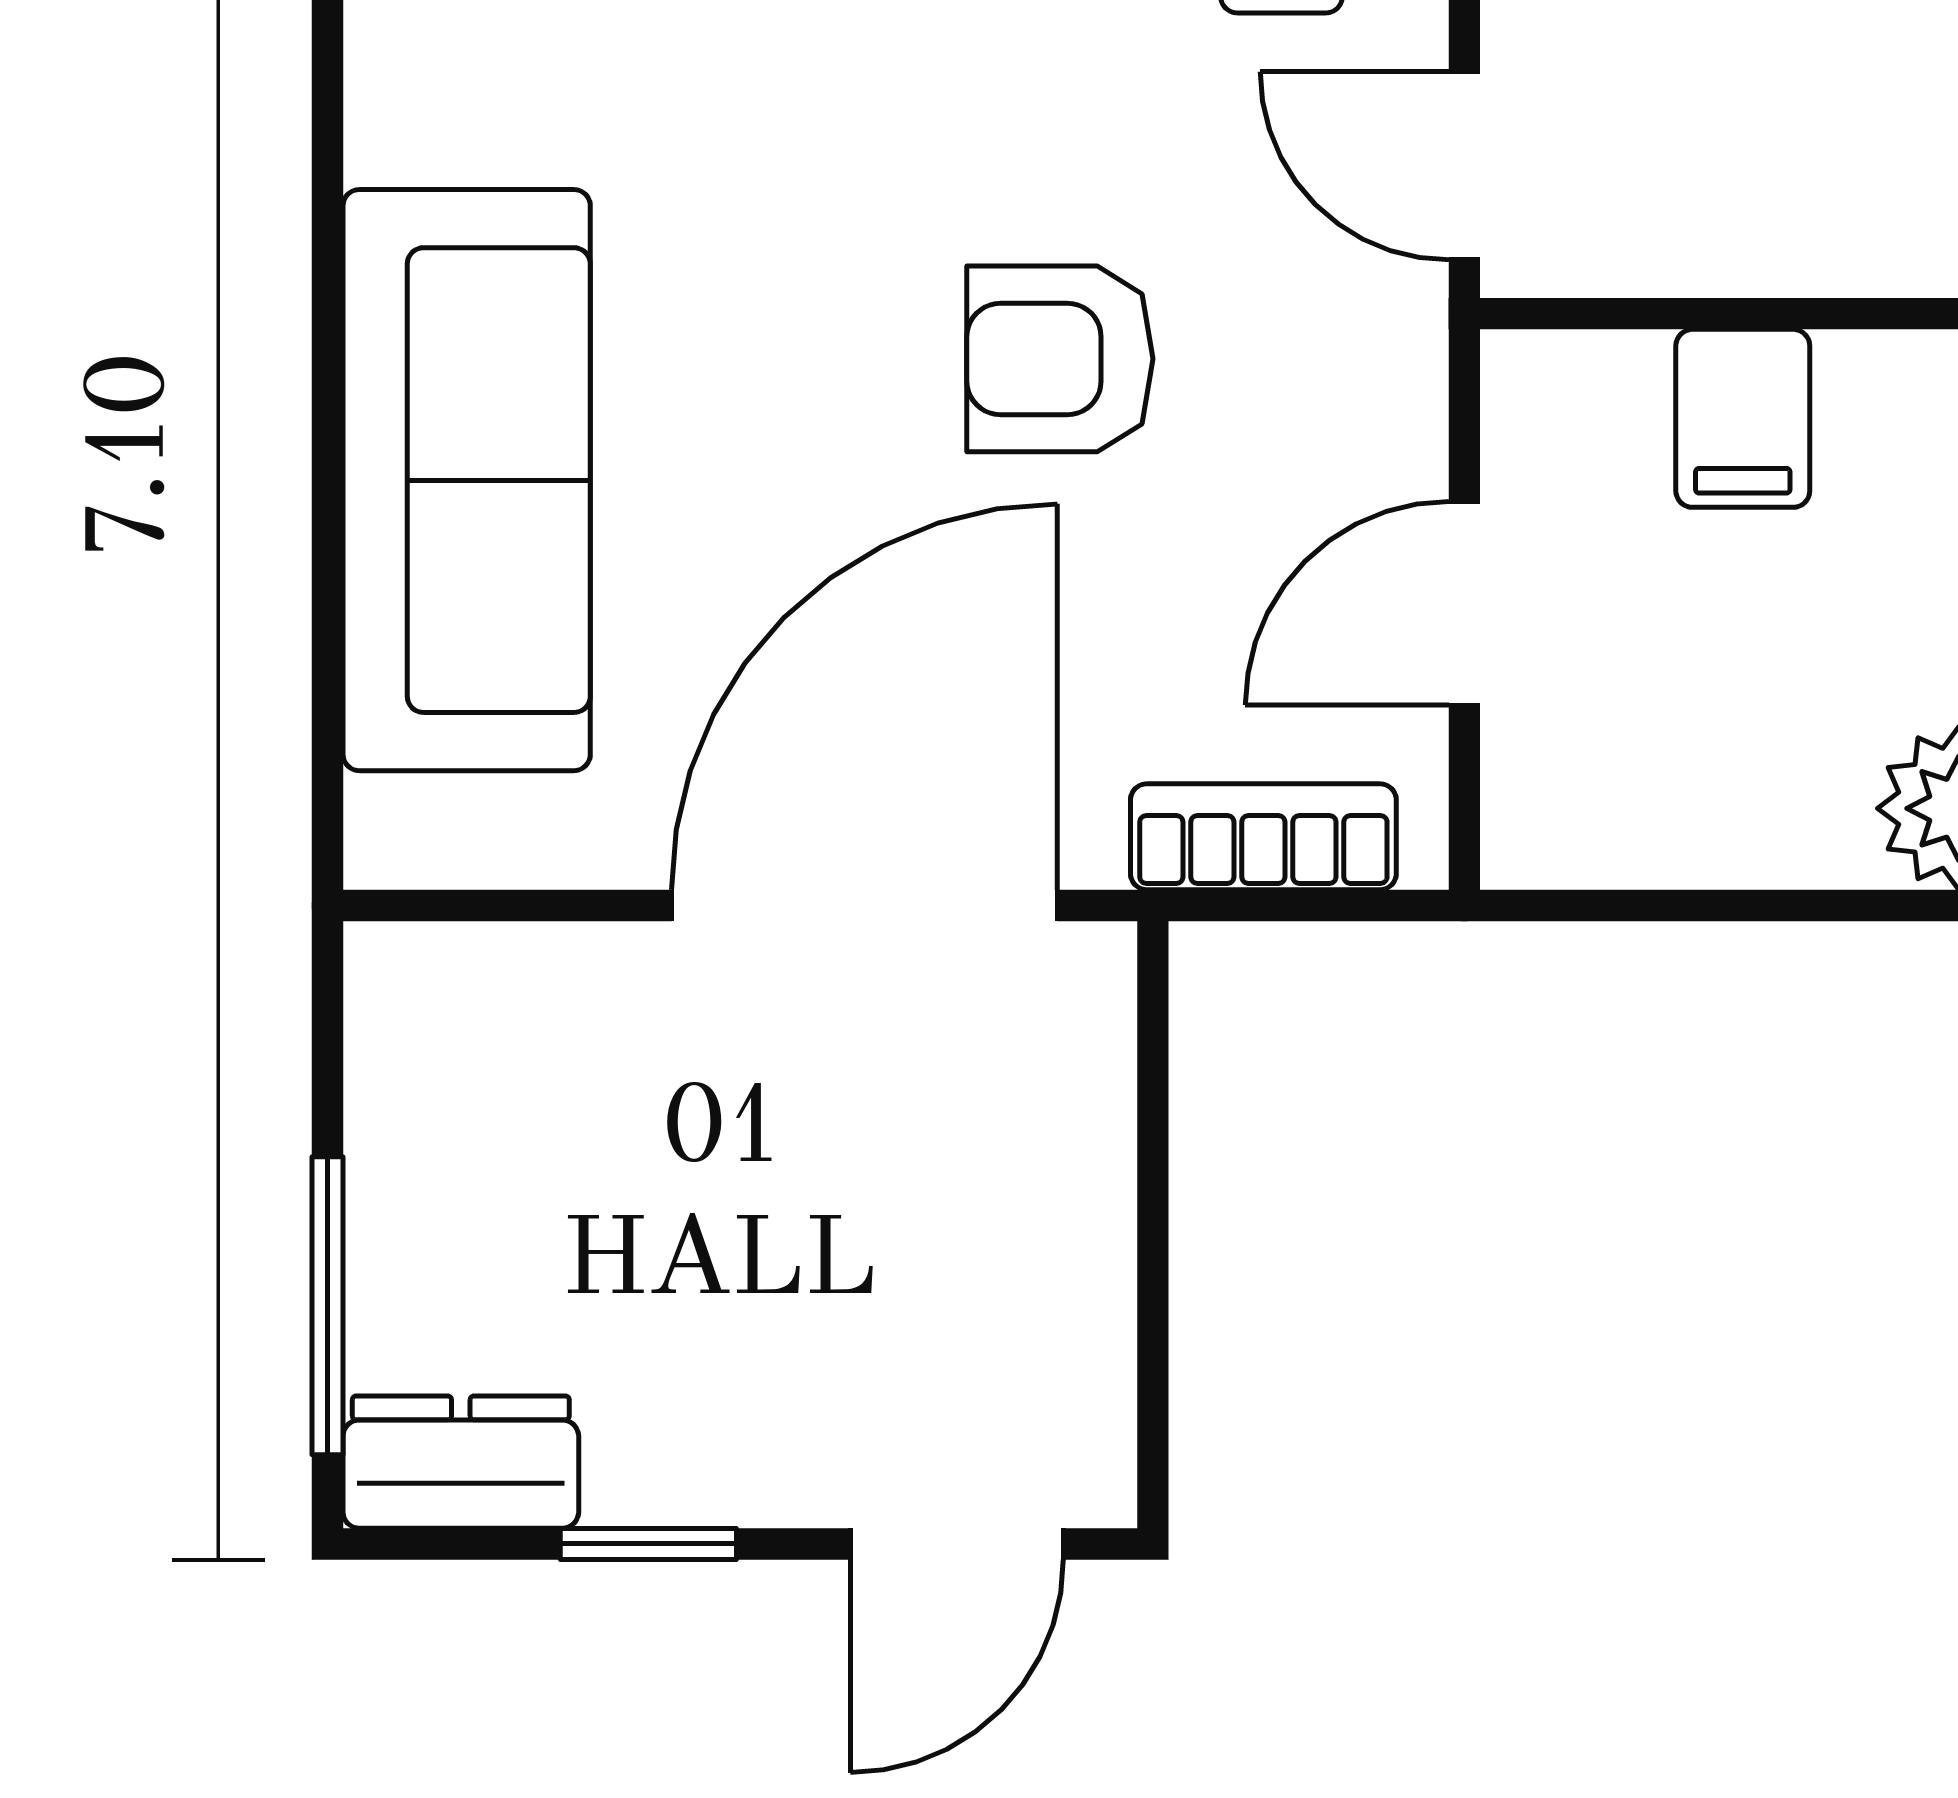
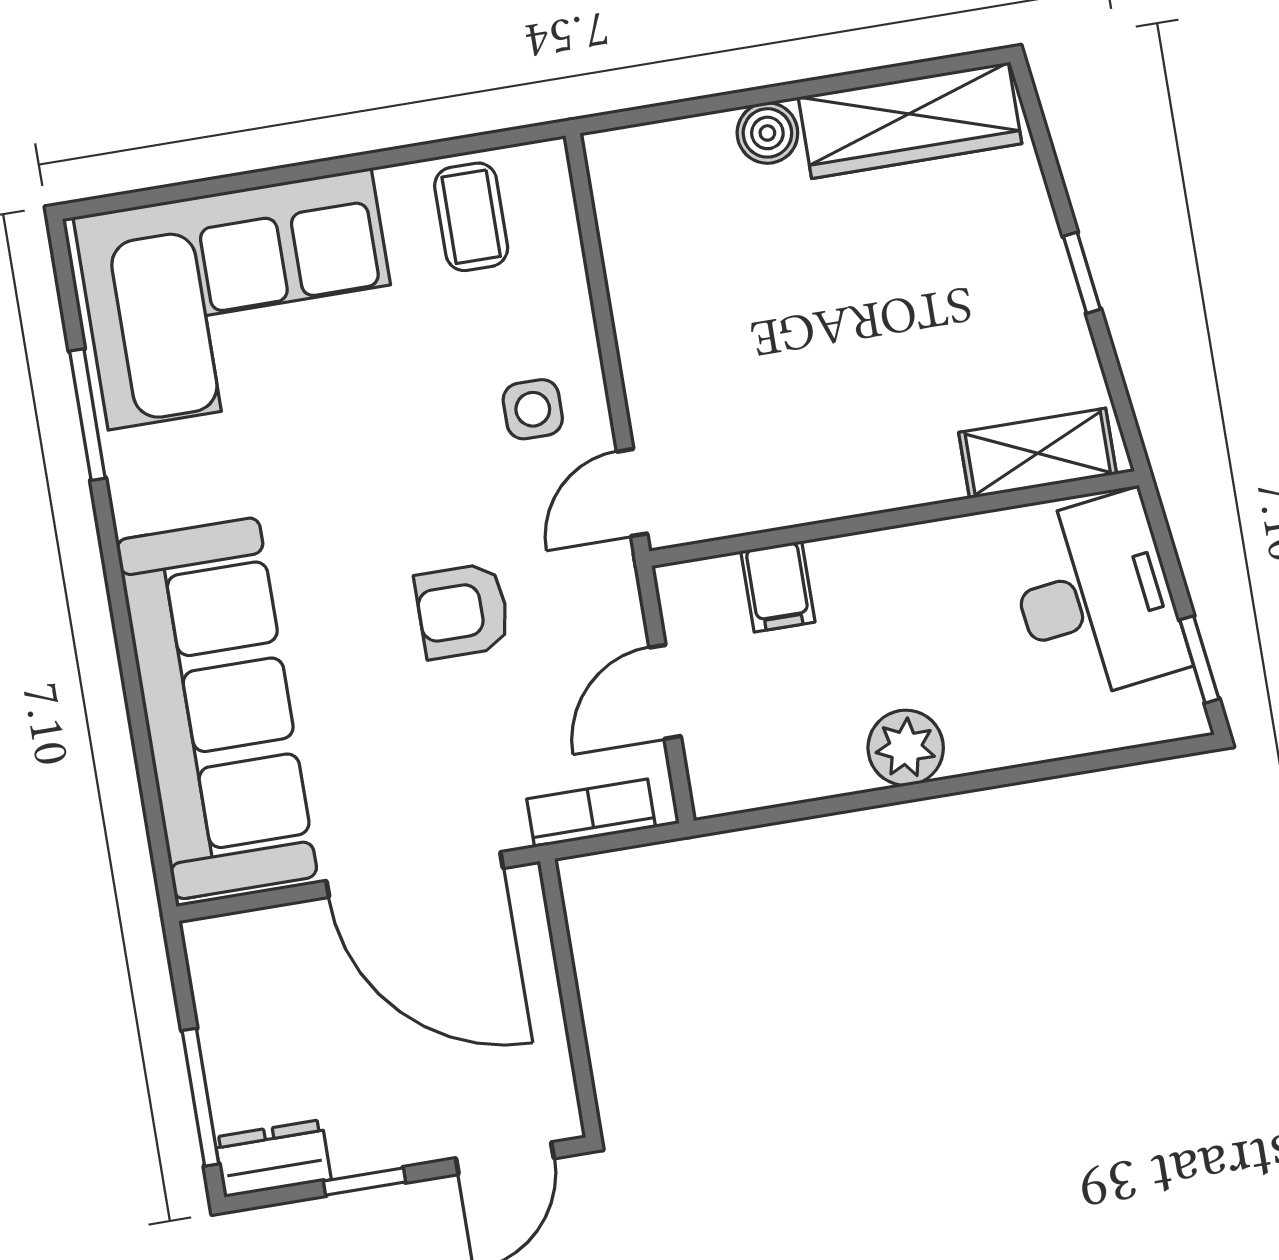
door: (1464, 166) -> (632, 493), hinge flipped
sofa: (467, 480) -> (217, 708), width x1.36, depth x1.27
door: (864, 905) -> (415, 875), swing flipped

